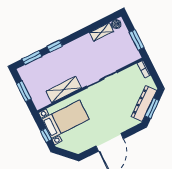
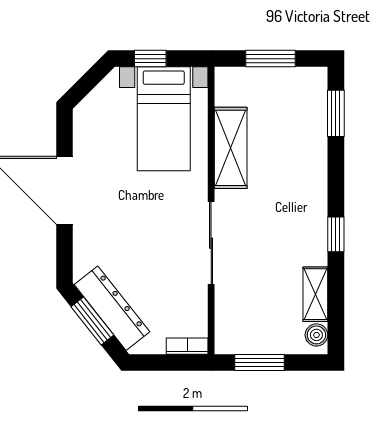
window: (55, 46) -> (336, 234), moved

